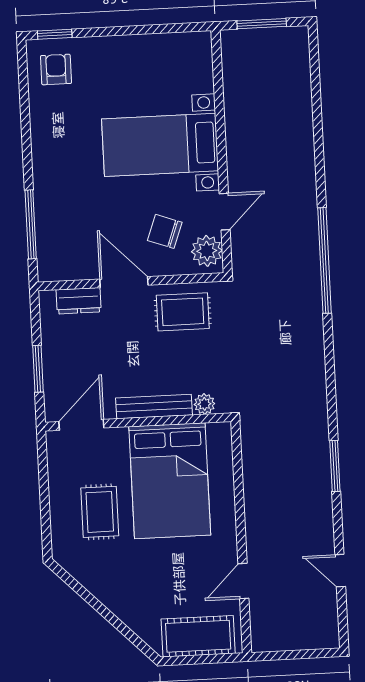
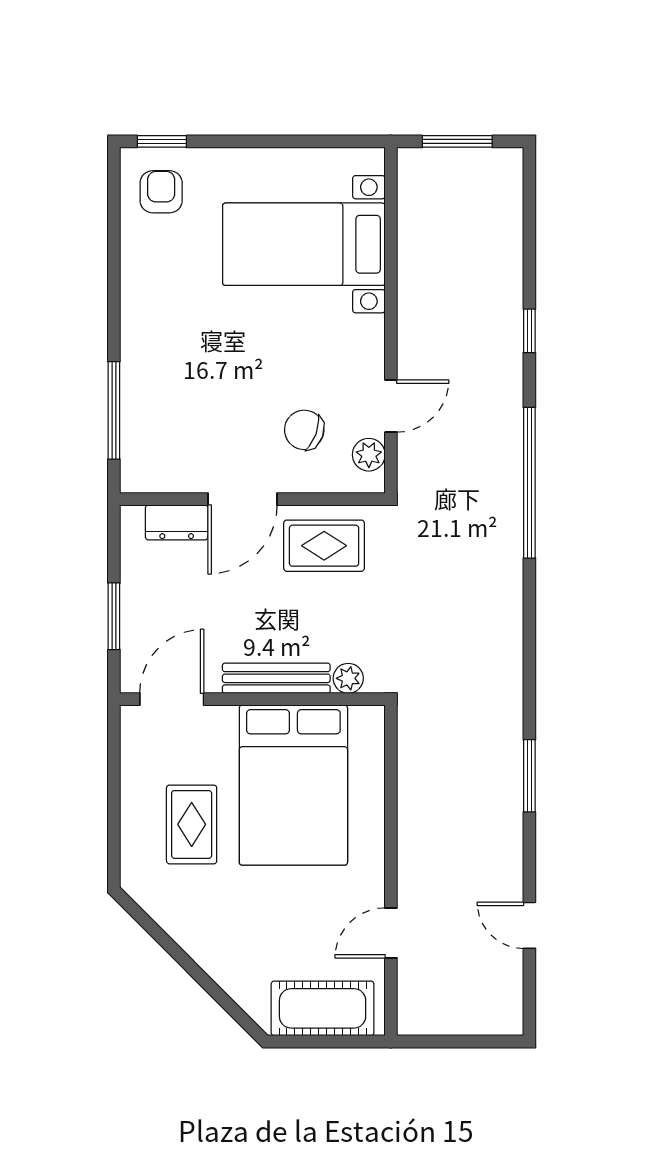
bed with nightstands: (160, 145) -> (304, 244), moved
window: (319, 154) -> (529, 331), added
plant: (207, 251) -> (369, 455), width x0.73, depth x0.73
door: (124, 282) -> (243, 499), swing flipped

